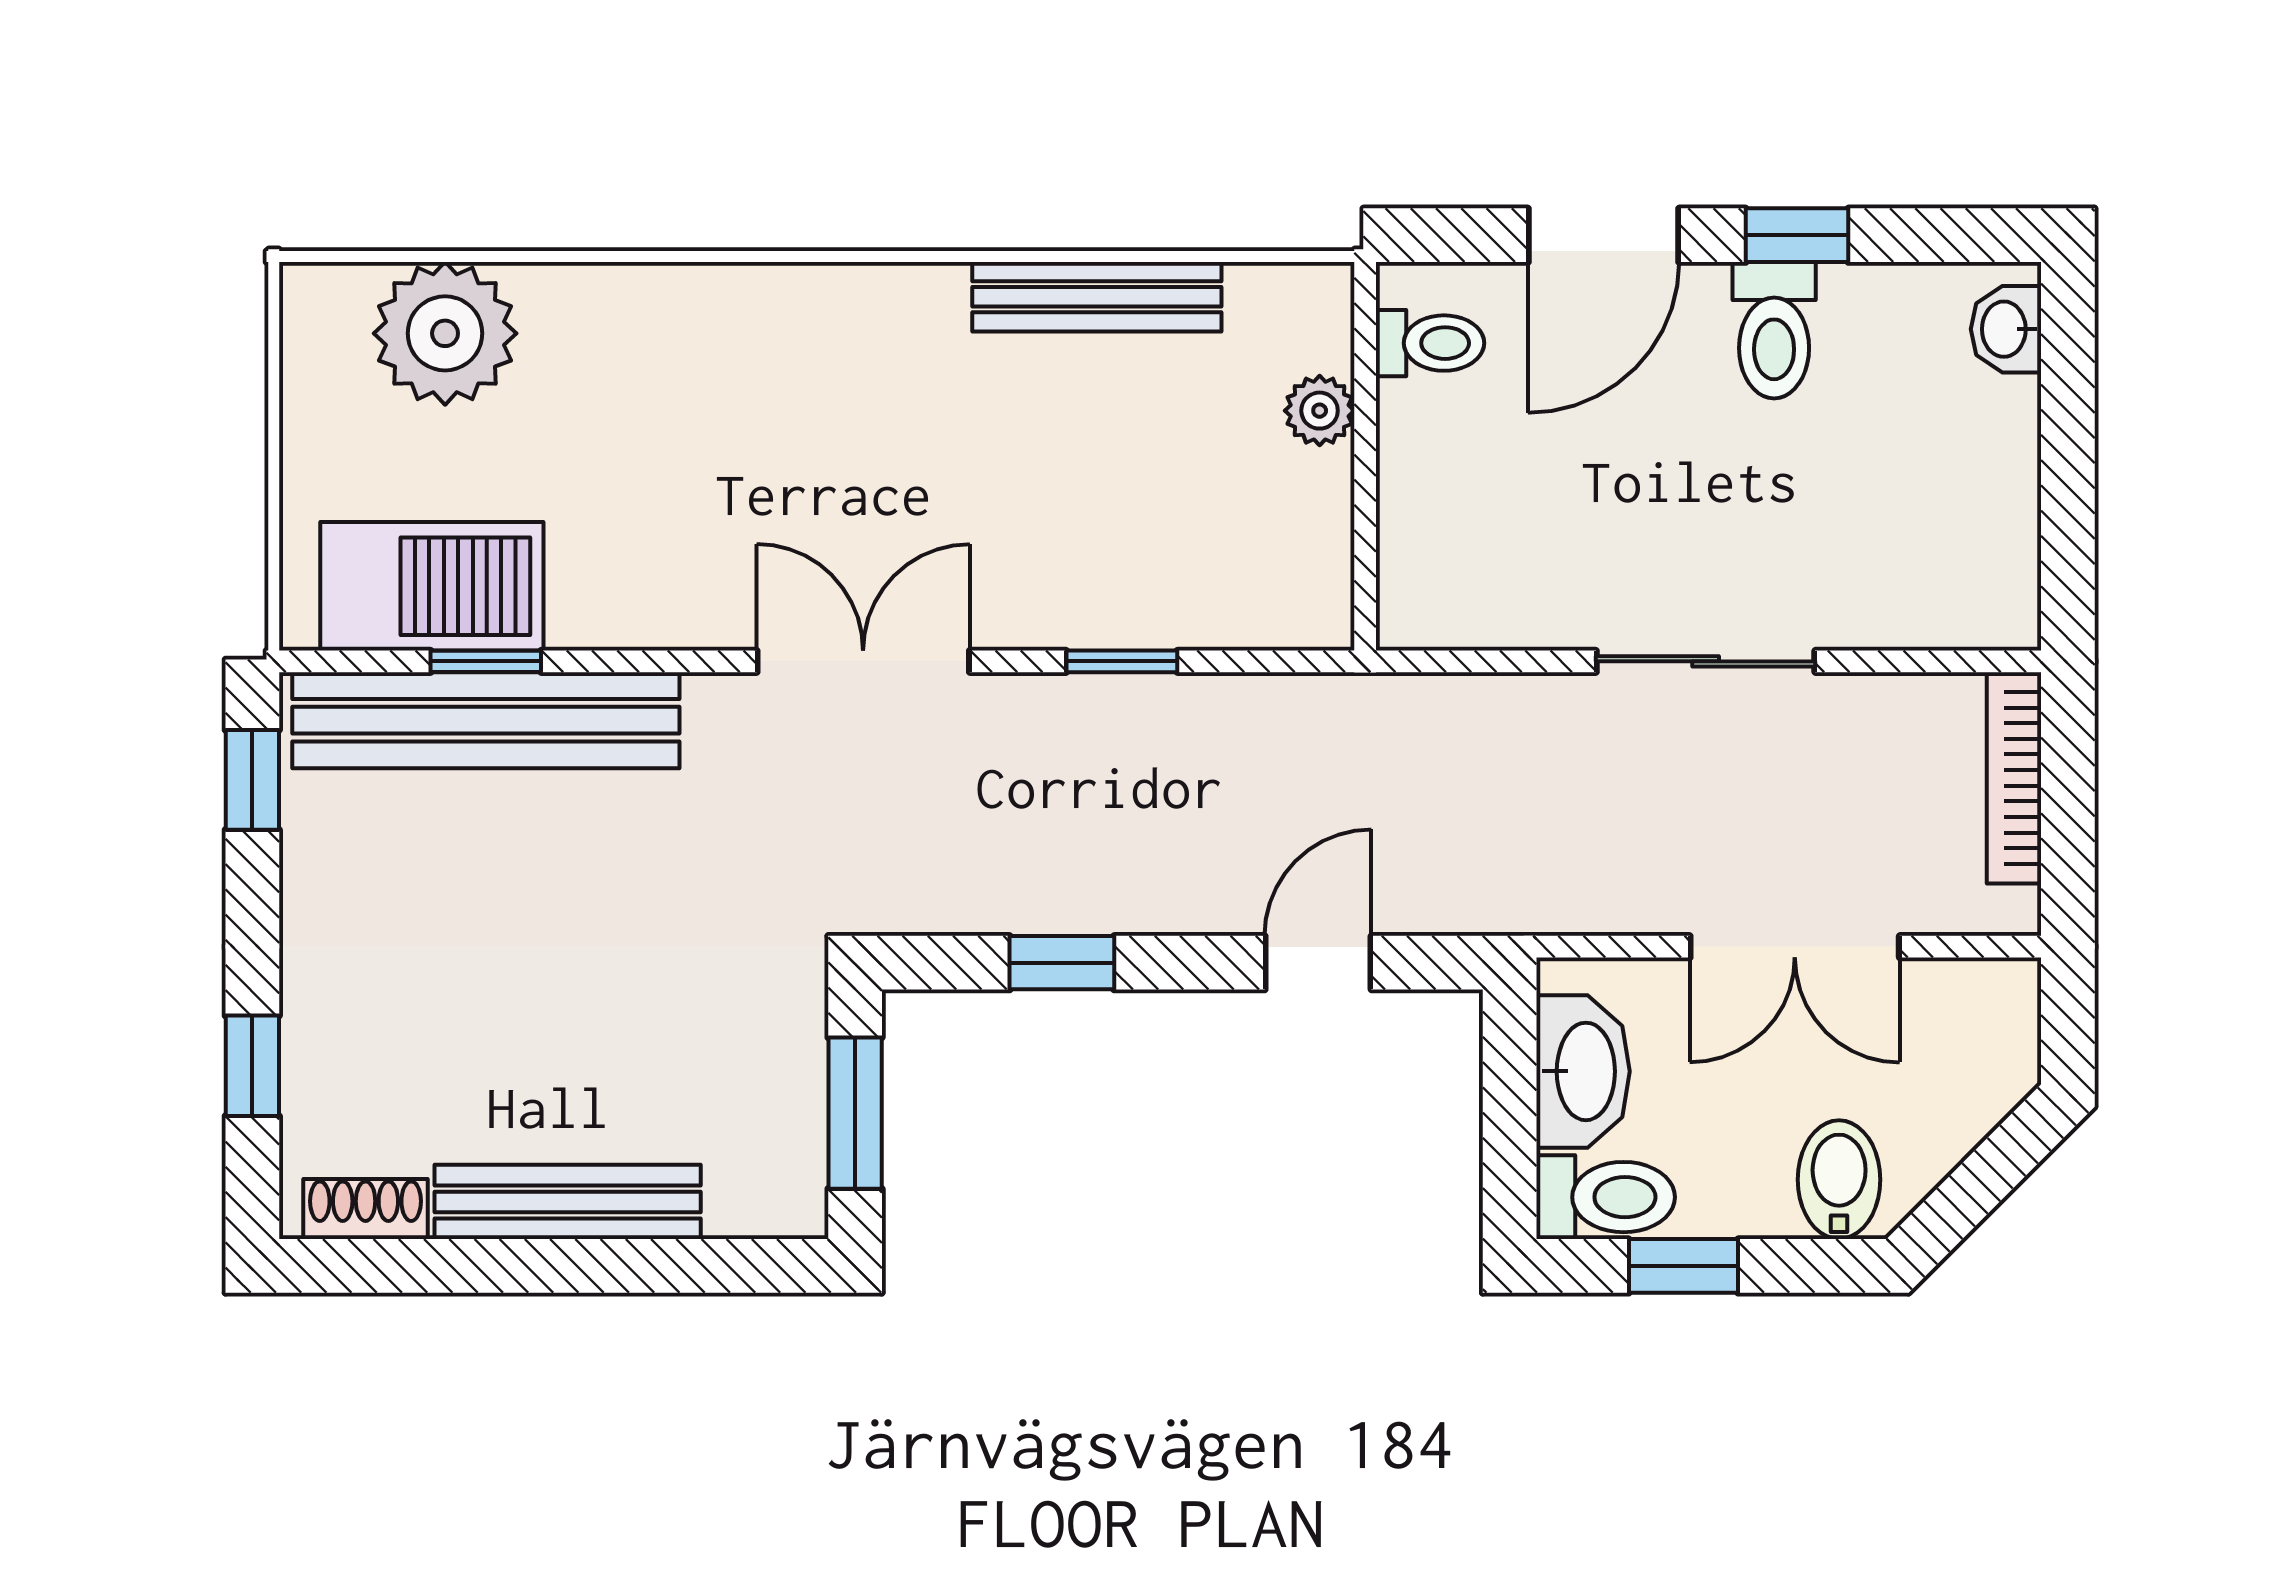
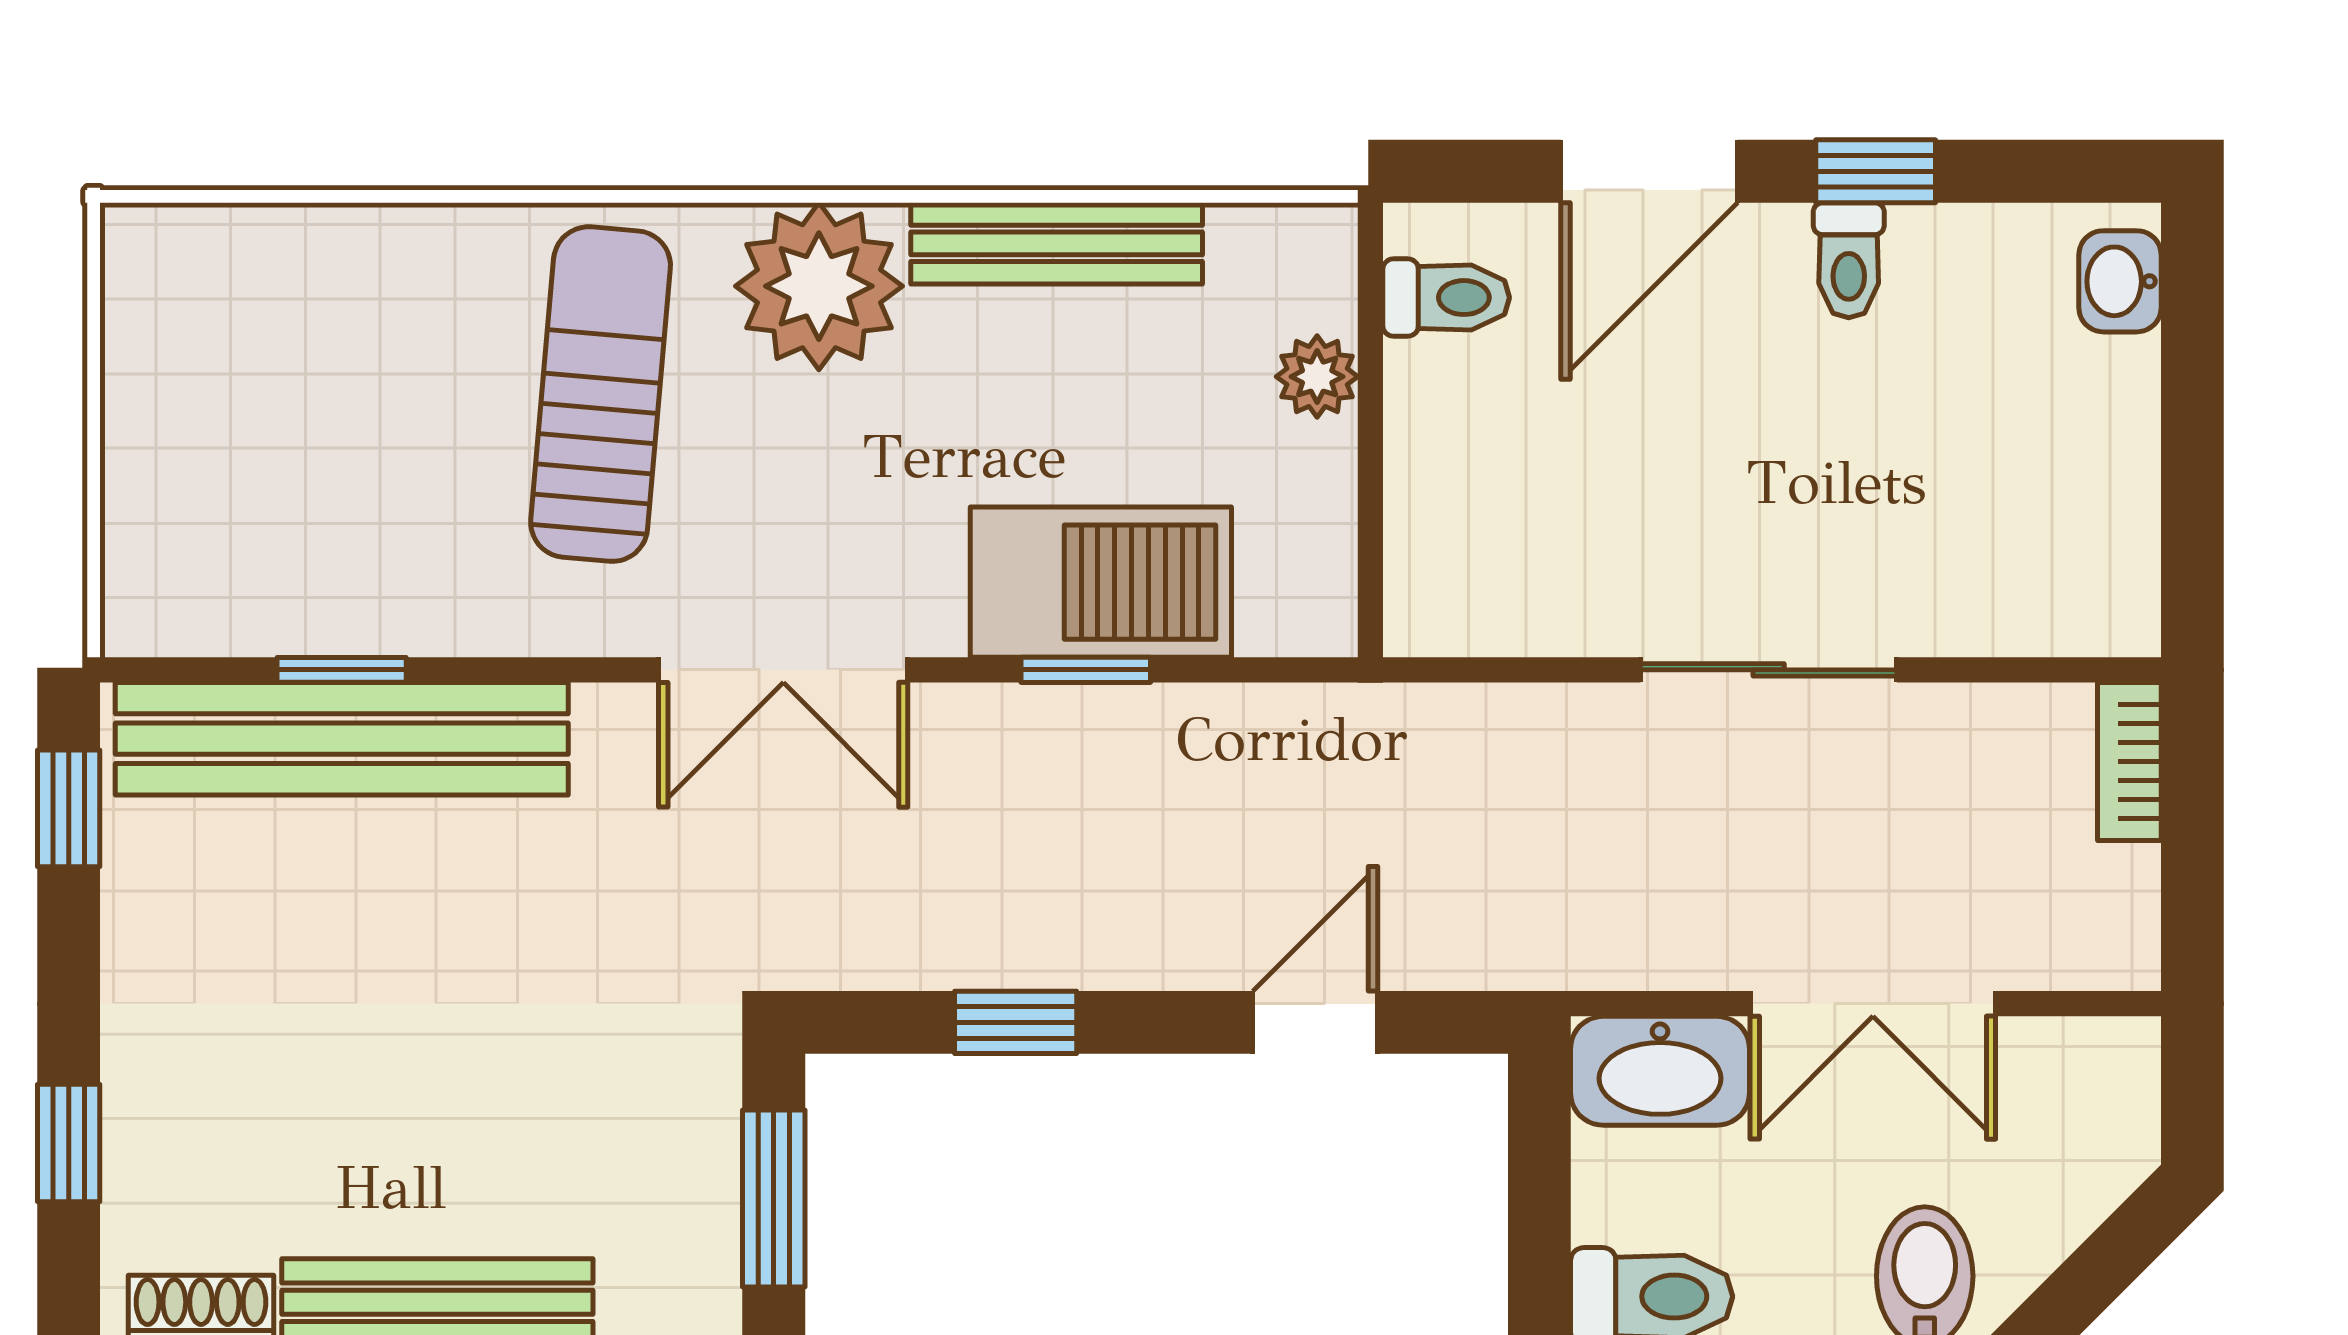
toilet: (1774, 330) -> (1849, 260), width x0.73, depth x0.72
plant: (445, 333) -> (819, 286), moved
sun lounger: (707, 426) -> (601, 394), added
barbecue: (432, 586) -> (1101, 582), moved
double door: (863, 661) -> (783, 670), swing flipped
bookcase: (2014, 778) -> (2129, 762), width x0.64
washbasin: (1583, 1071) -> (1660, 1071), moved, turned 90

